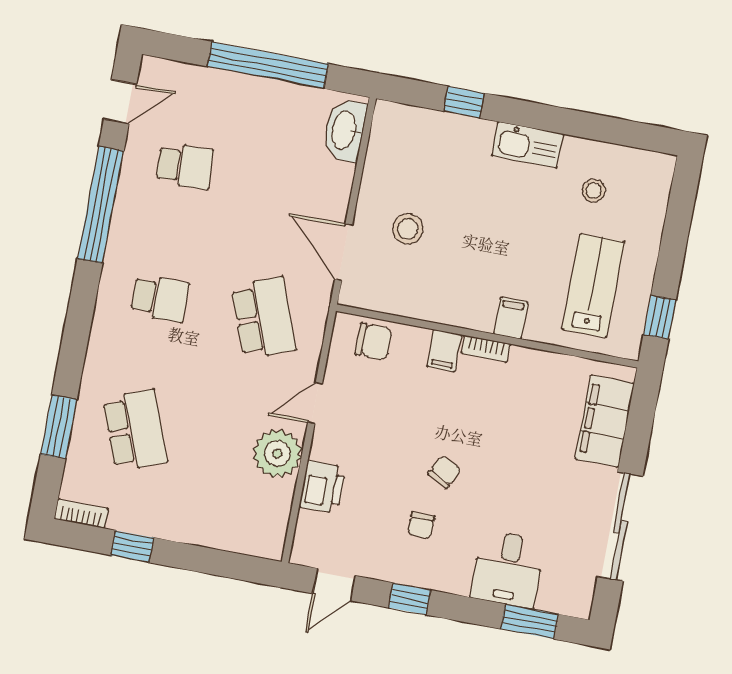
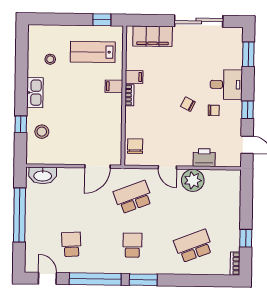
stool: (408, 229) -> (42, 132), moved
filing cabinet: (444, 351) -> (134, 77), moved
window: (59, 427) -> (143, 280), moved
desk: (508, 569) -> (226, 85), moved

